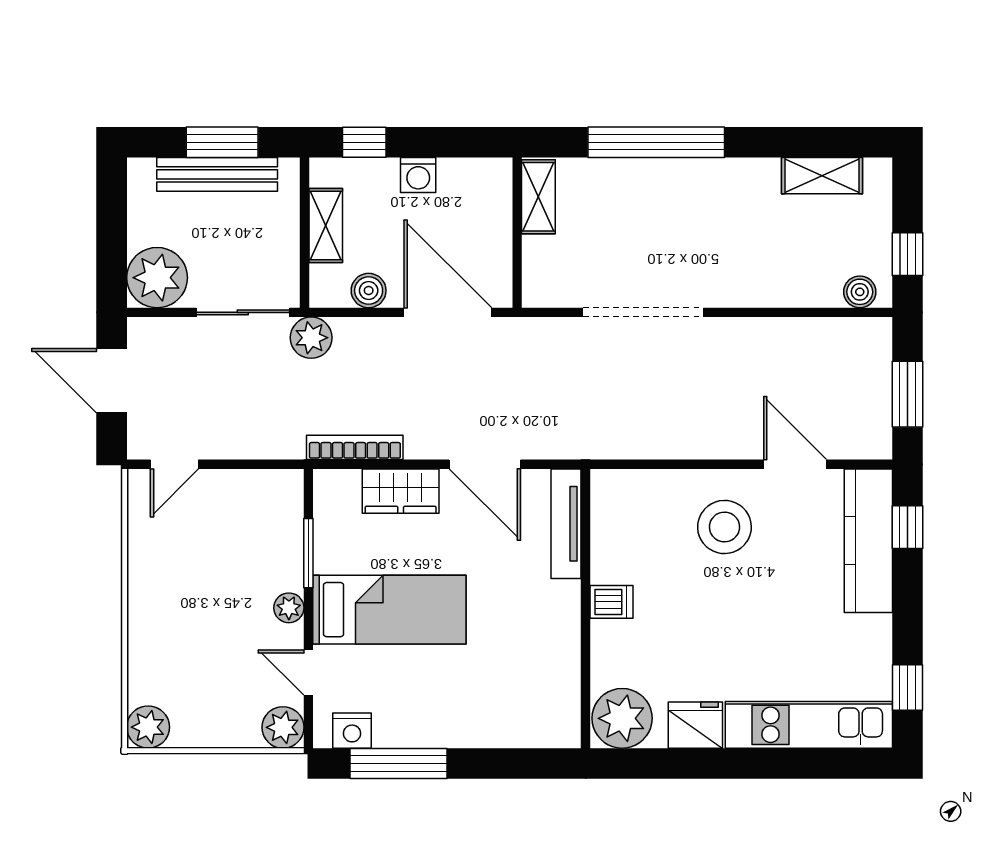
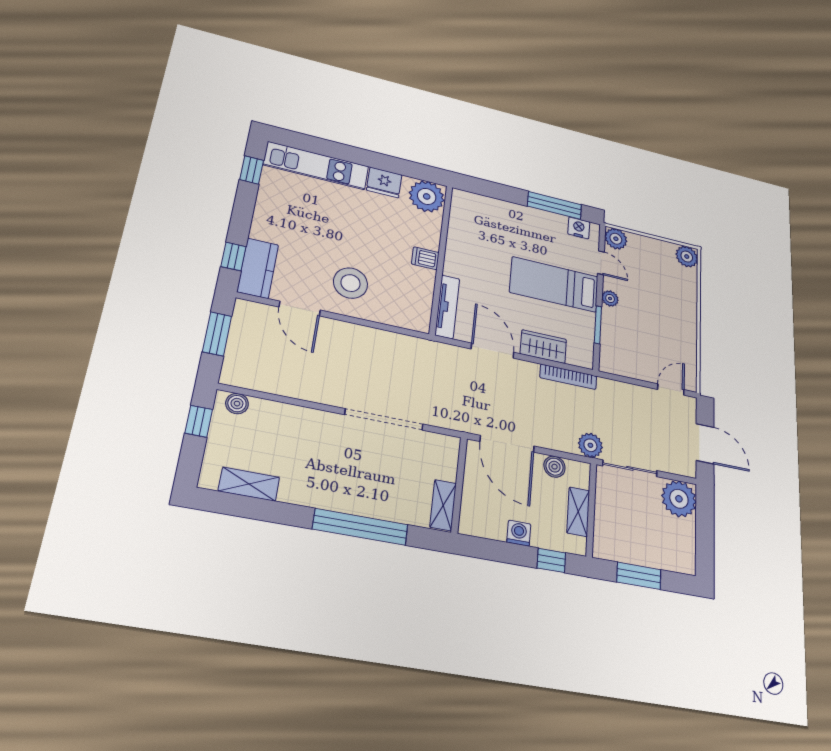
bench: (217, 174) -> (642, 556), removed
kitchen counter: (868, 541) -> (258, 268), width x0.67

